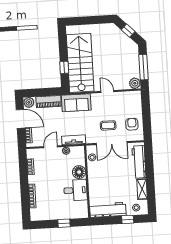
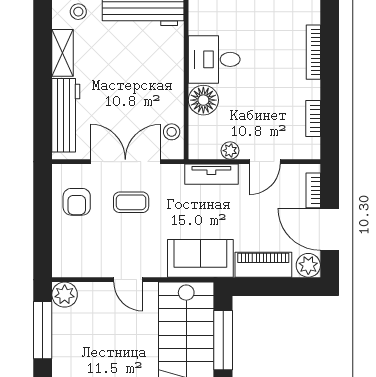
window: (64, 67) -> (223, 340), width x2.17

